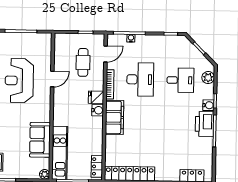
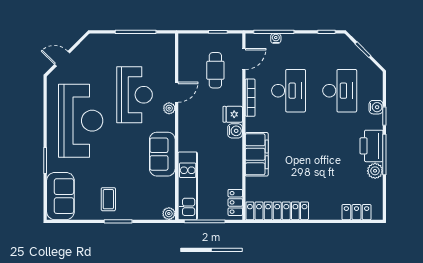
plant: (208, 78) -> (375, 171), moved
desk: (180, 80) -> (340, 91), width x1.37
reception desk: (19, 81) -> (135, 95), turned 180
plant: (46, 92) -> (169, 108), added
water cooler: (208, 105) -> (376, 107), moved
filing cabinet: (115, 117) -> (257, 154), moved
sofa: (40, 140) -> (162, 154), moved

